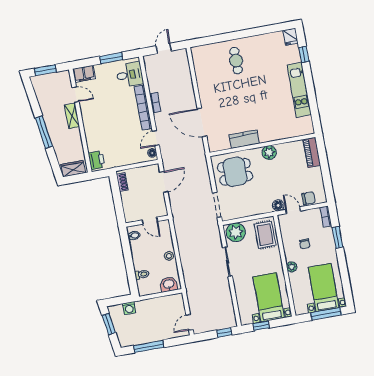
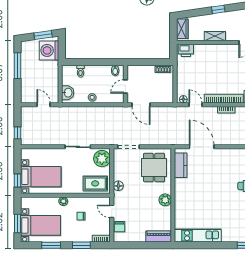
kitchen unit: (299, 90) -> (198, 236), moved
shelving: (72, 116) -> (215, 36), moved
door: (202, 122) -> (202, 147), hinge flipped
window: (44, 132) -> (218, 9), width x0.46
kitchen counter: (244, 139) -> (181, 165), moved
door: (164, 182) -> (141, 105), moved
floor lamp: (278, 205) -> (118, 186), moved
door: (293, 210) -> (112, 211), swing flipped
window: (344, 272) -> (51, 245), added
washing machine: (129, 308) -> (49, 50), width x1.89, depth x1.89
window: (326, 314) -> (17, 223), width x0.69
door: (190, 322) -> (44, 105), moved
window: (261, 326) -> (17, 181), moved

